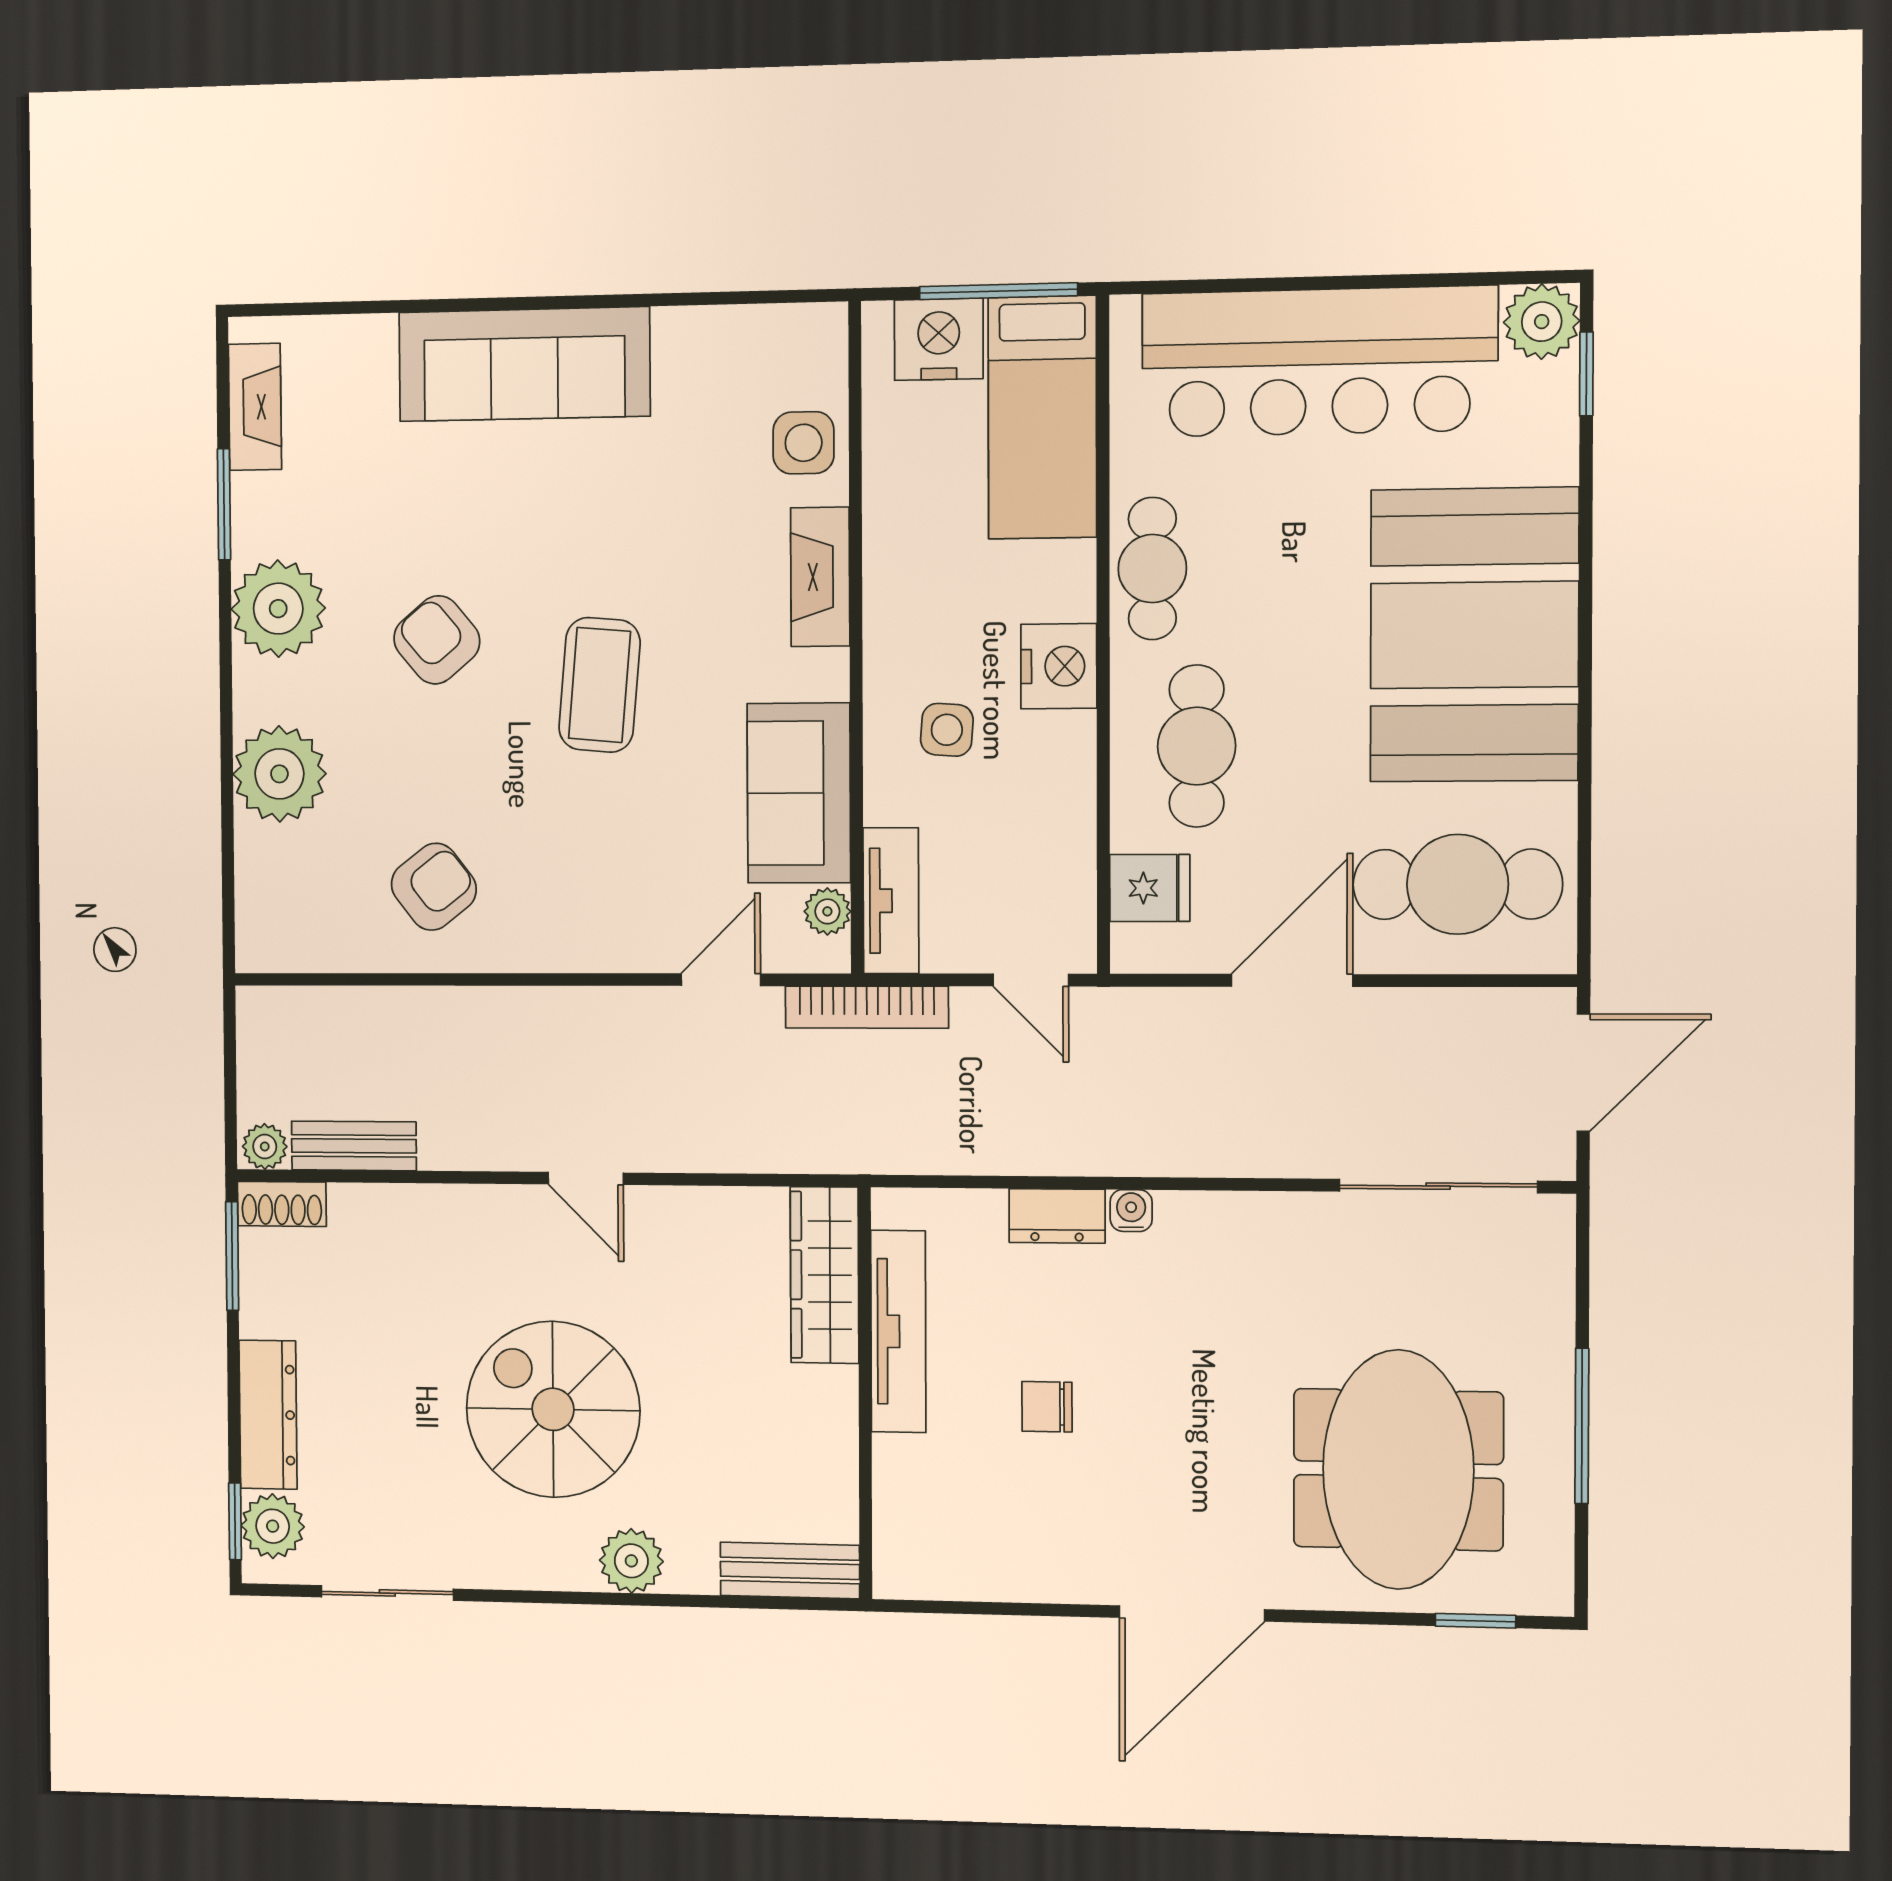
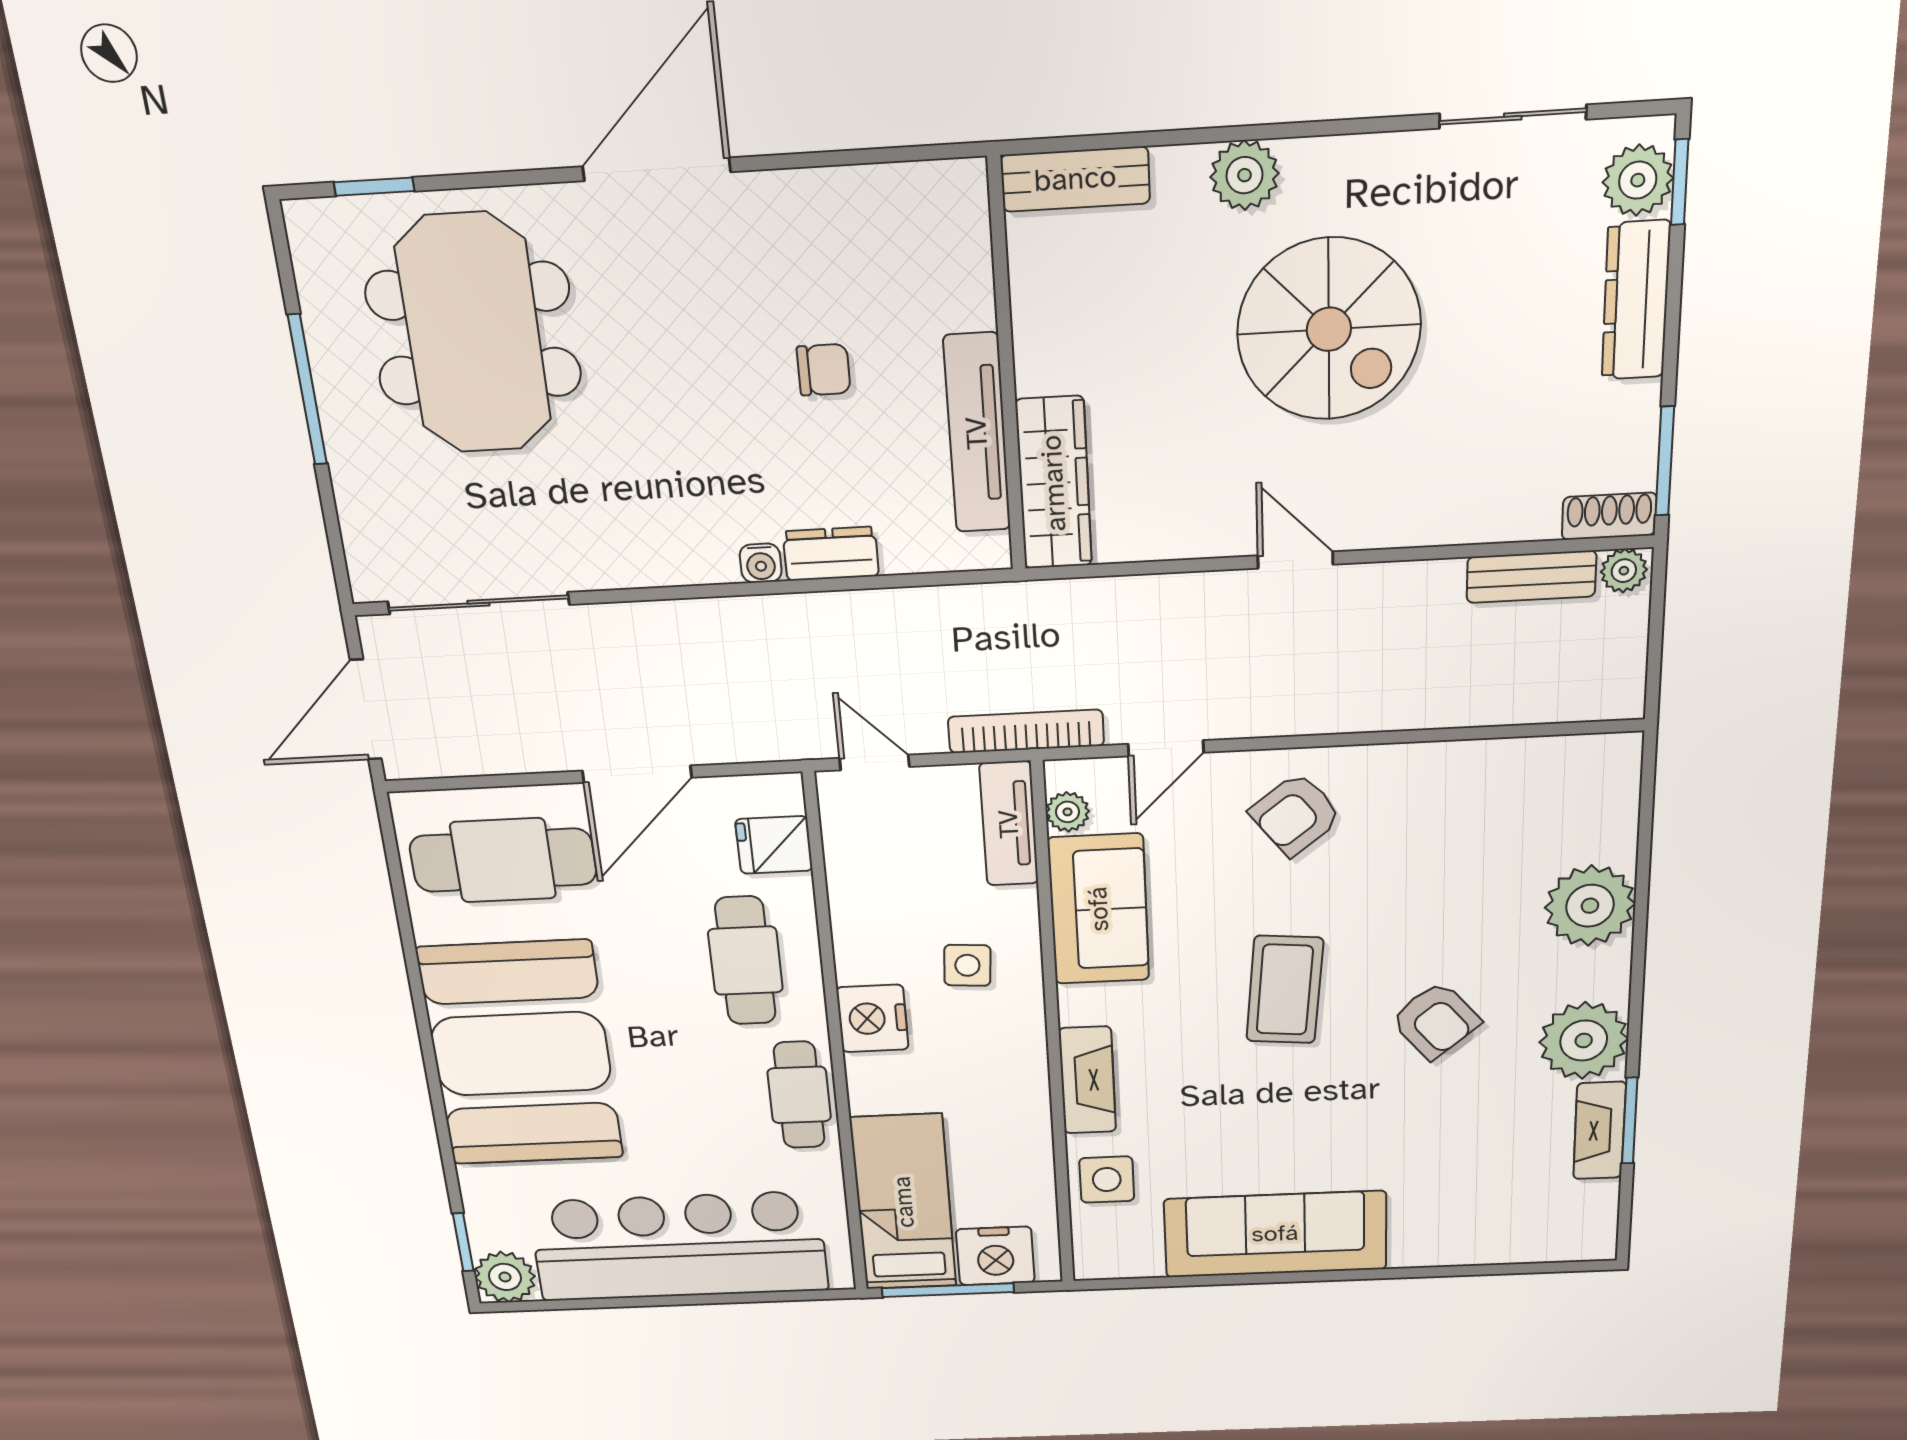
sofa: (524, 364) -> (1275, 1234), moved
fireplace: (255, 407) -> (1599, 1131), moved
armchair: (434, 887) -> (1296, 814), moved

